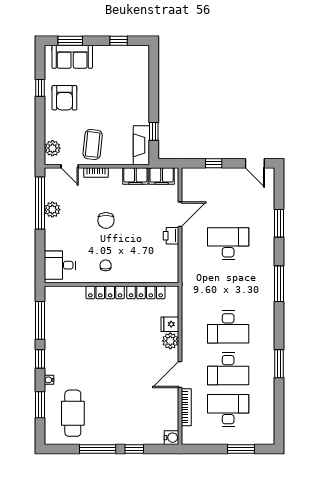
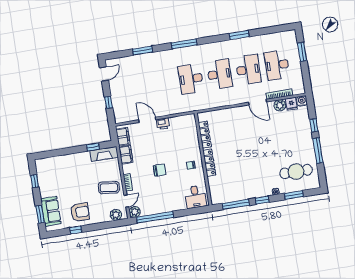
plant: (52, 210) -> (135, 212), moved
desk: (228, 244) -> (191, 79), moved
fridge: (170, 324) -> (291, 104), moved
plant: (170, 341) -> (280, 105), moved

